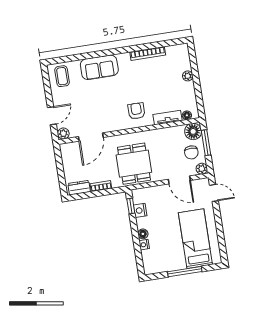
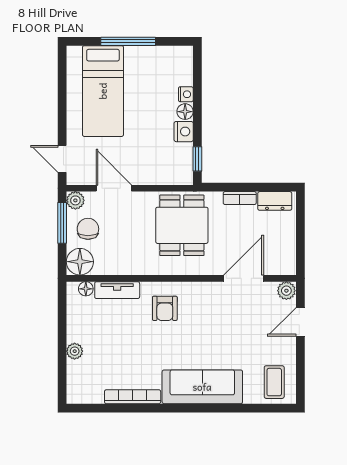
sofa: (99, 67) -> (202, 387), width x1.36
window: (206, 143) -> (62, 223), moved
nightstand: (140, 210) -> (184, 132), moved

